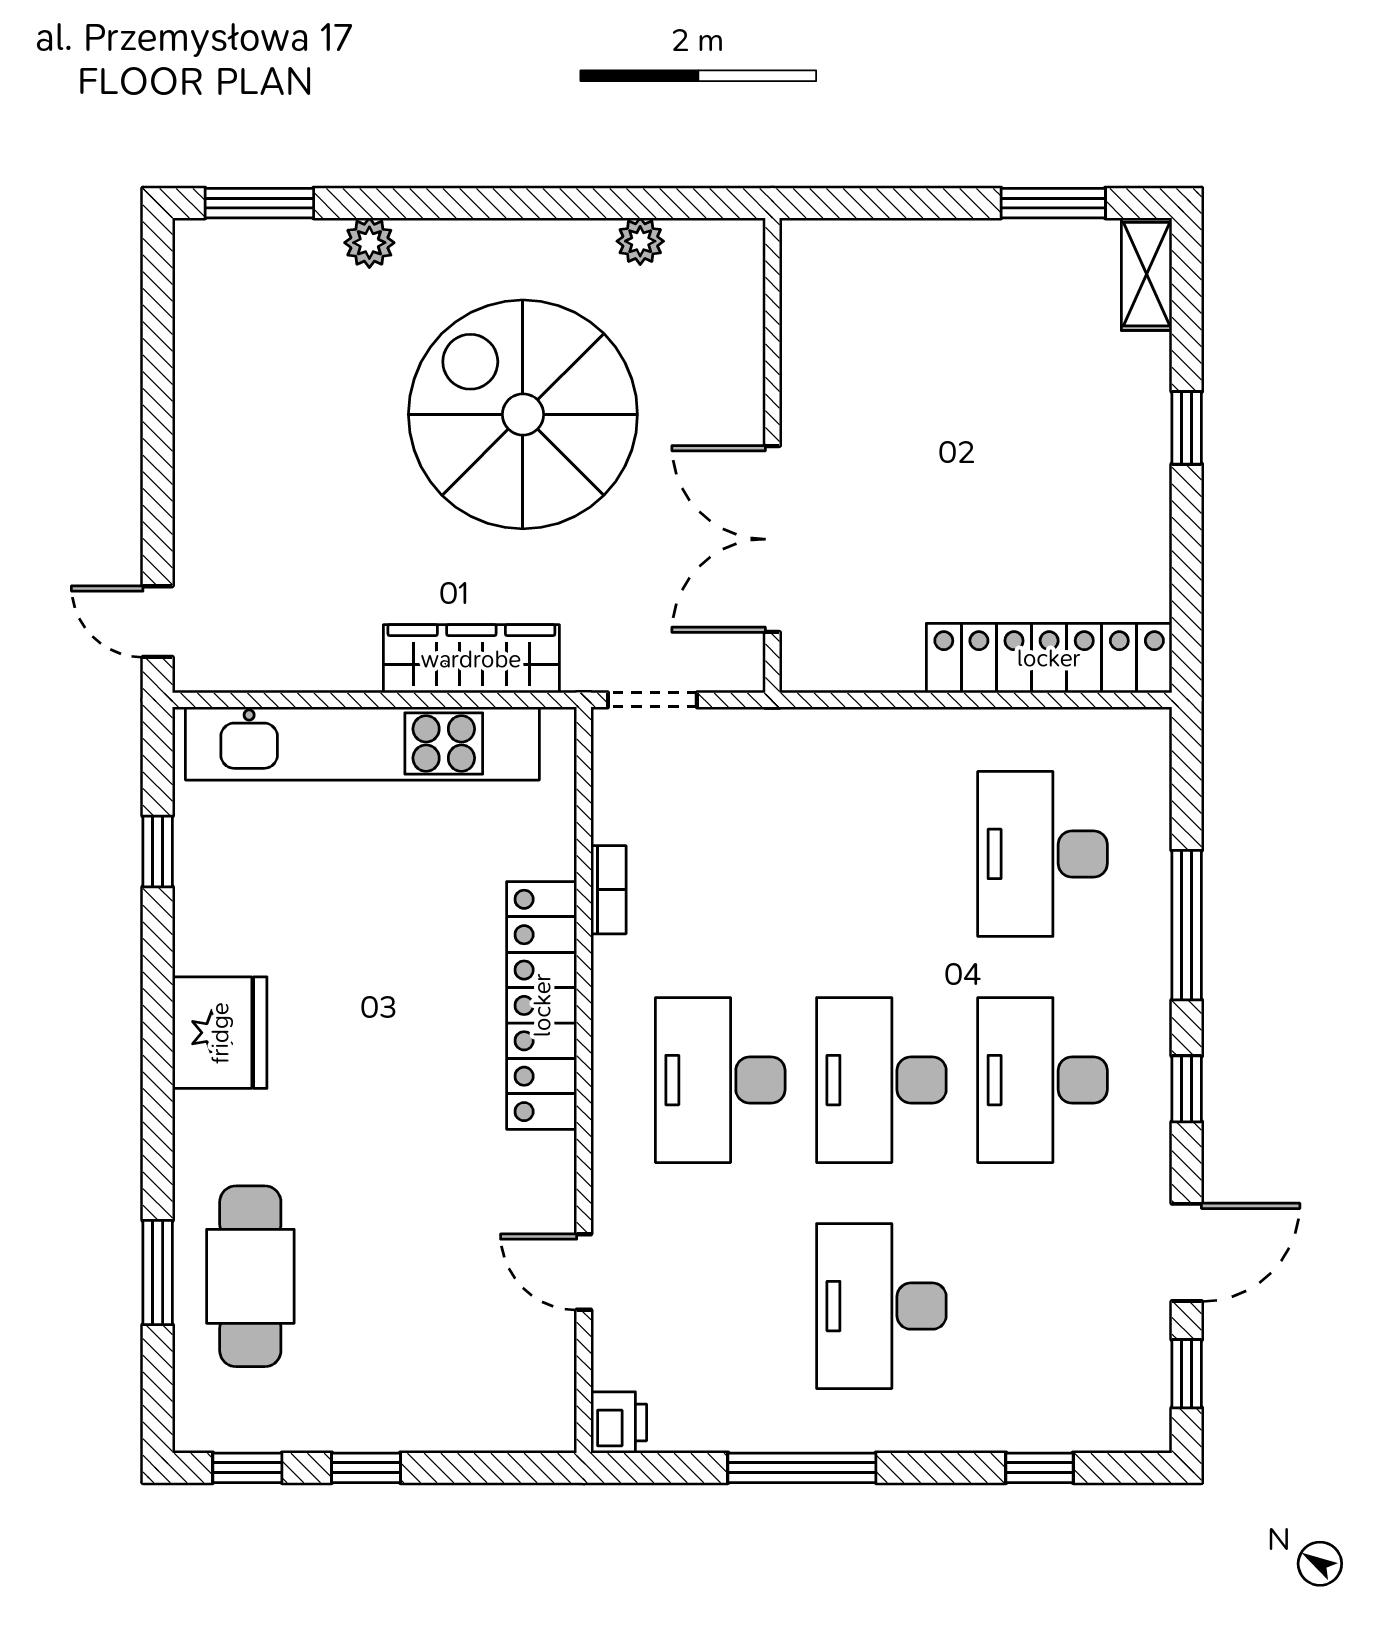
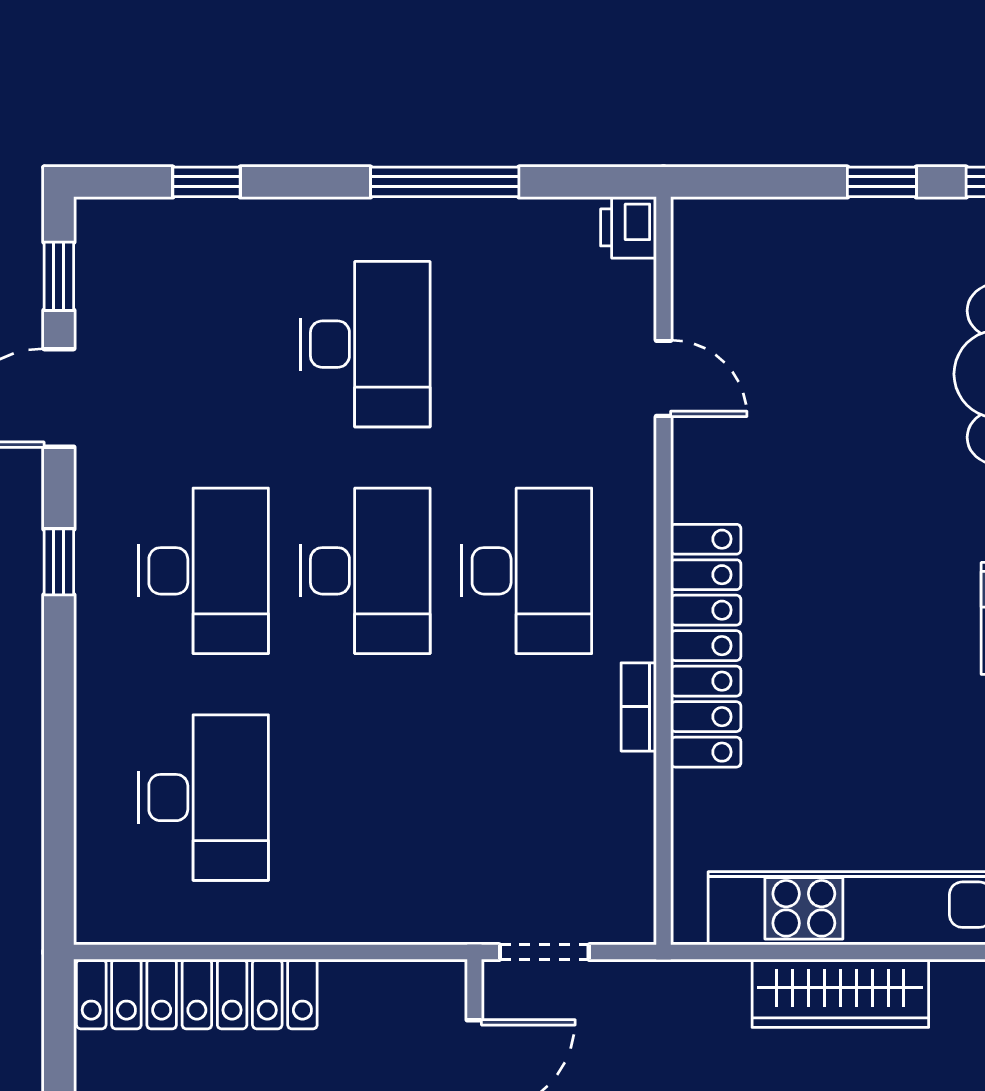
wardrobe: (471, 659) -> (840, 993), moved
doorway: (652, 700) -> (544, 952), moved
bookcase: (608, 890) -> (639, 707), moved
window: (1187, 925) -> (59, 726), removed

